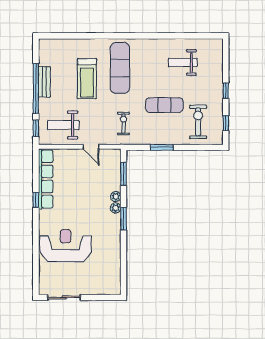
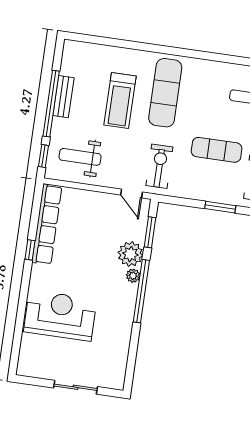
exercise bike: (123, 123) -> (159, 166), width x1.38, depth x1.39
door: (91, 147) -> (131, 193), moved
window: (162, 147) -> (220, 207), moved
plant: (116, 197) -> (130, 254), width x1.88, depth x1.88
window: (124, 219) -> (141, 291), width x2.11
sliding door: (64, 297) -> (75, 387), moved

